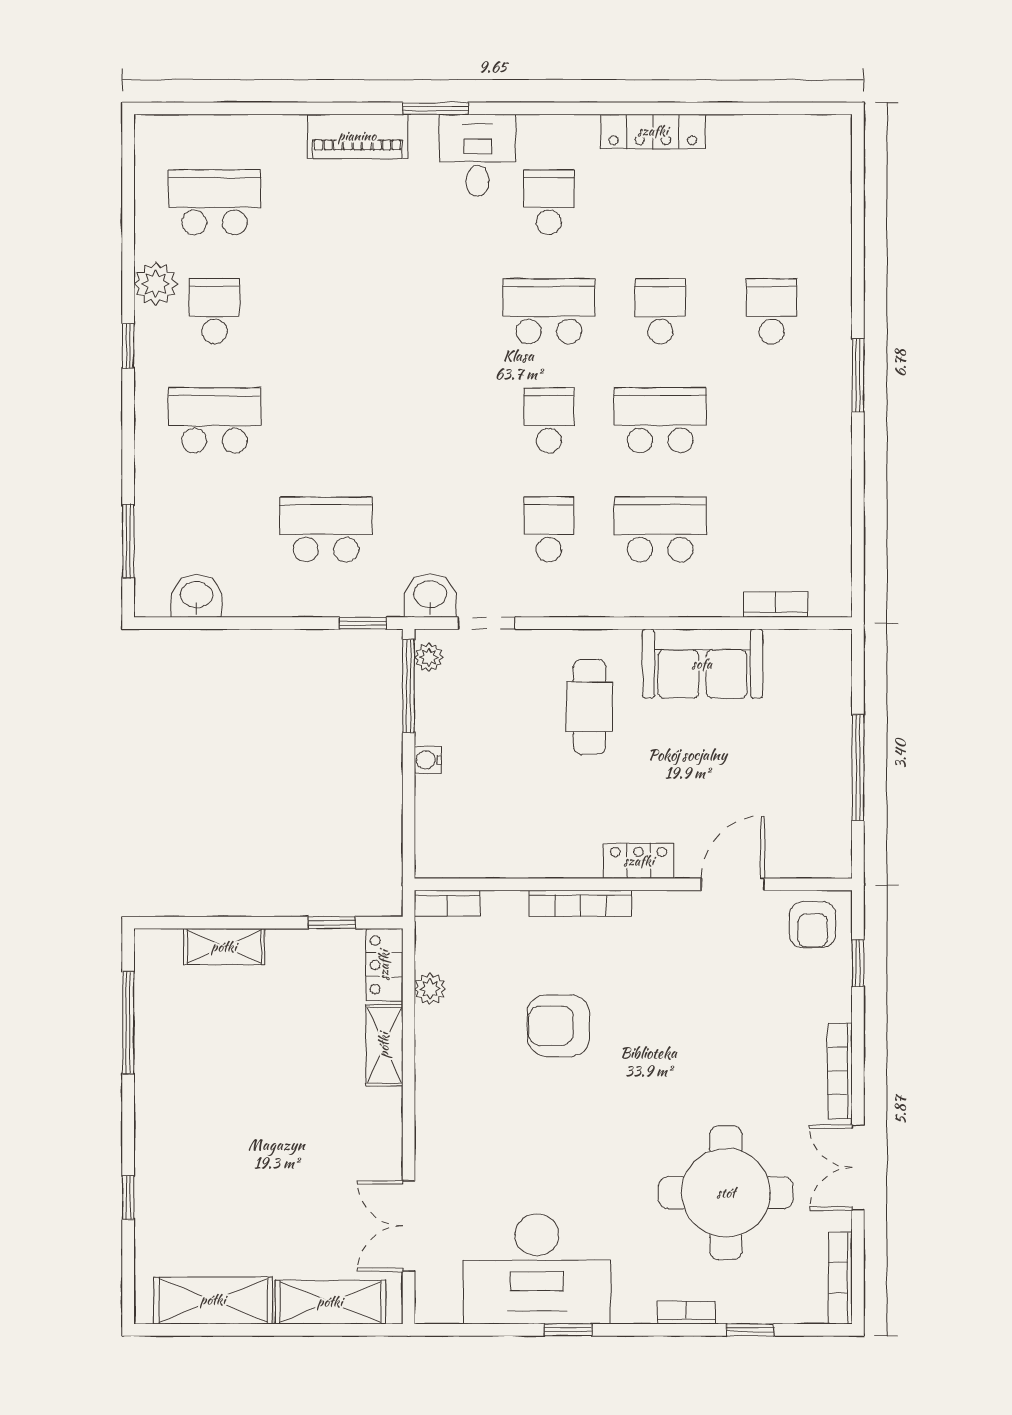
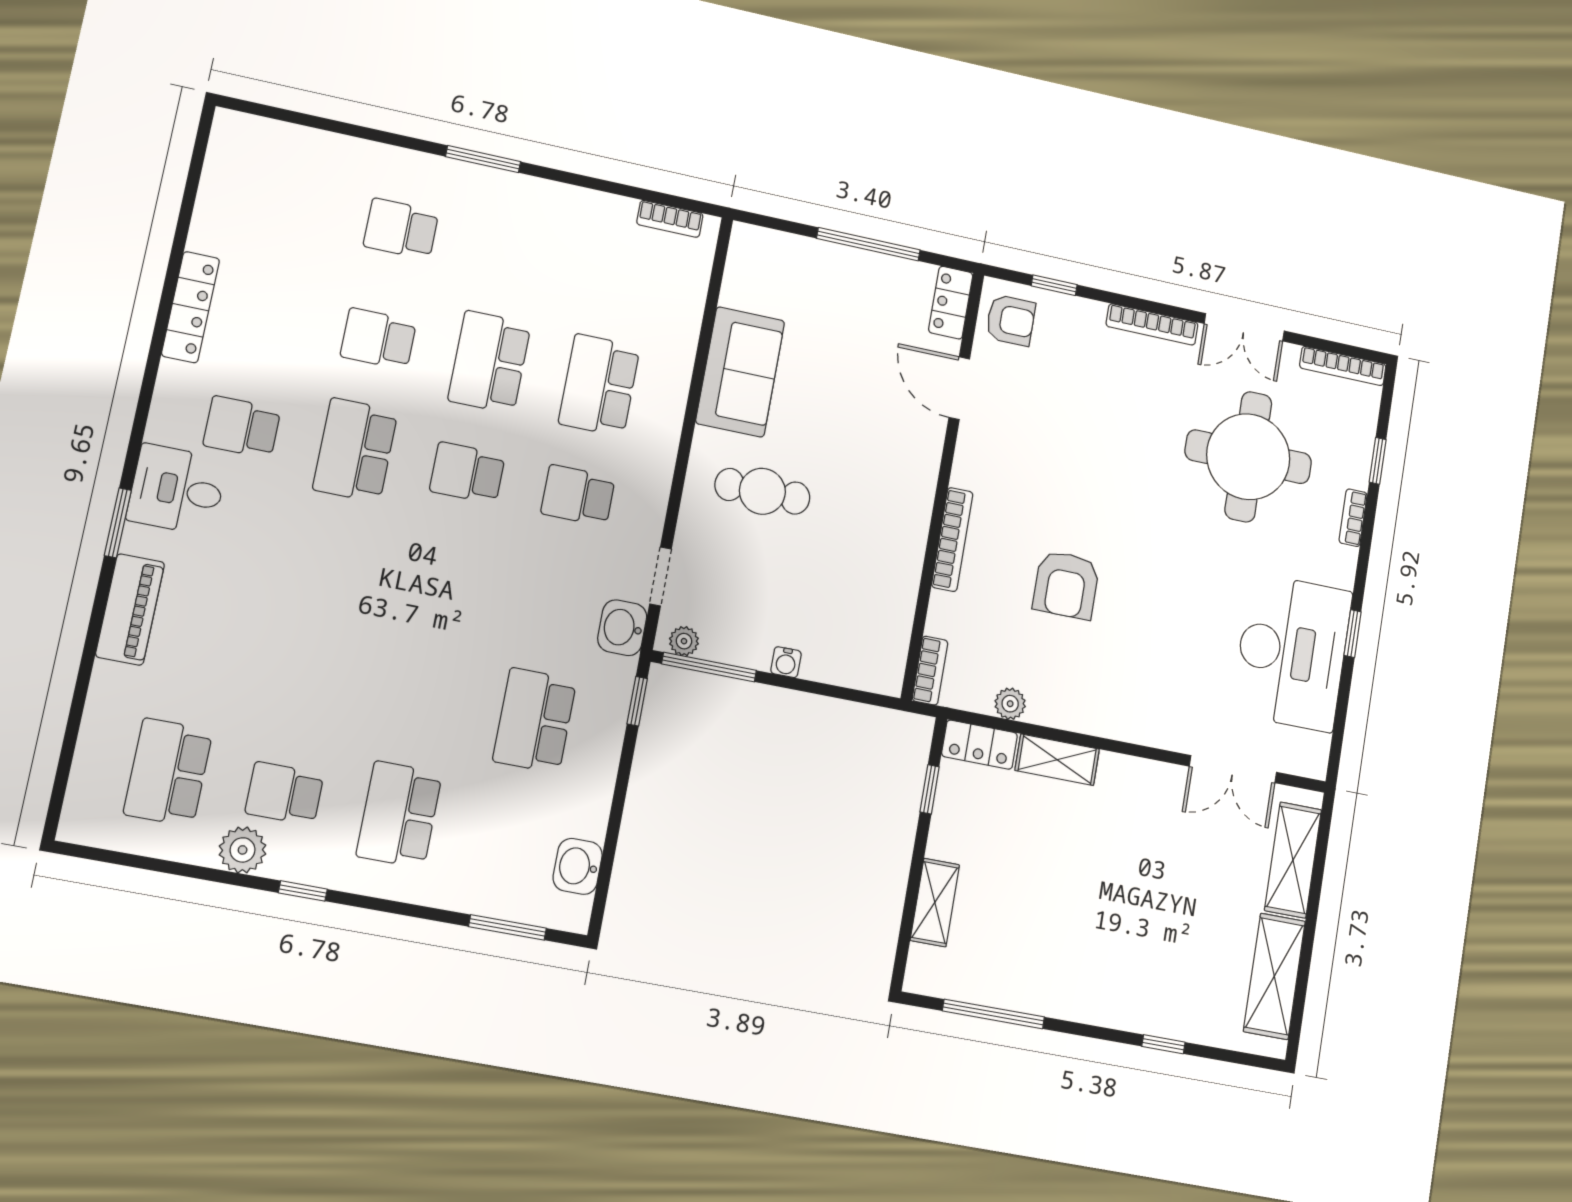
bookcase: (776, 605) -> (670, 219), moved, turned -90
locker: (639, 861) -> (951, 303), moved

